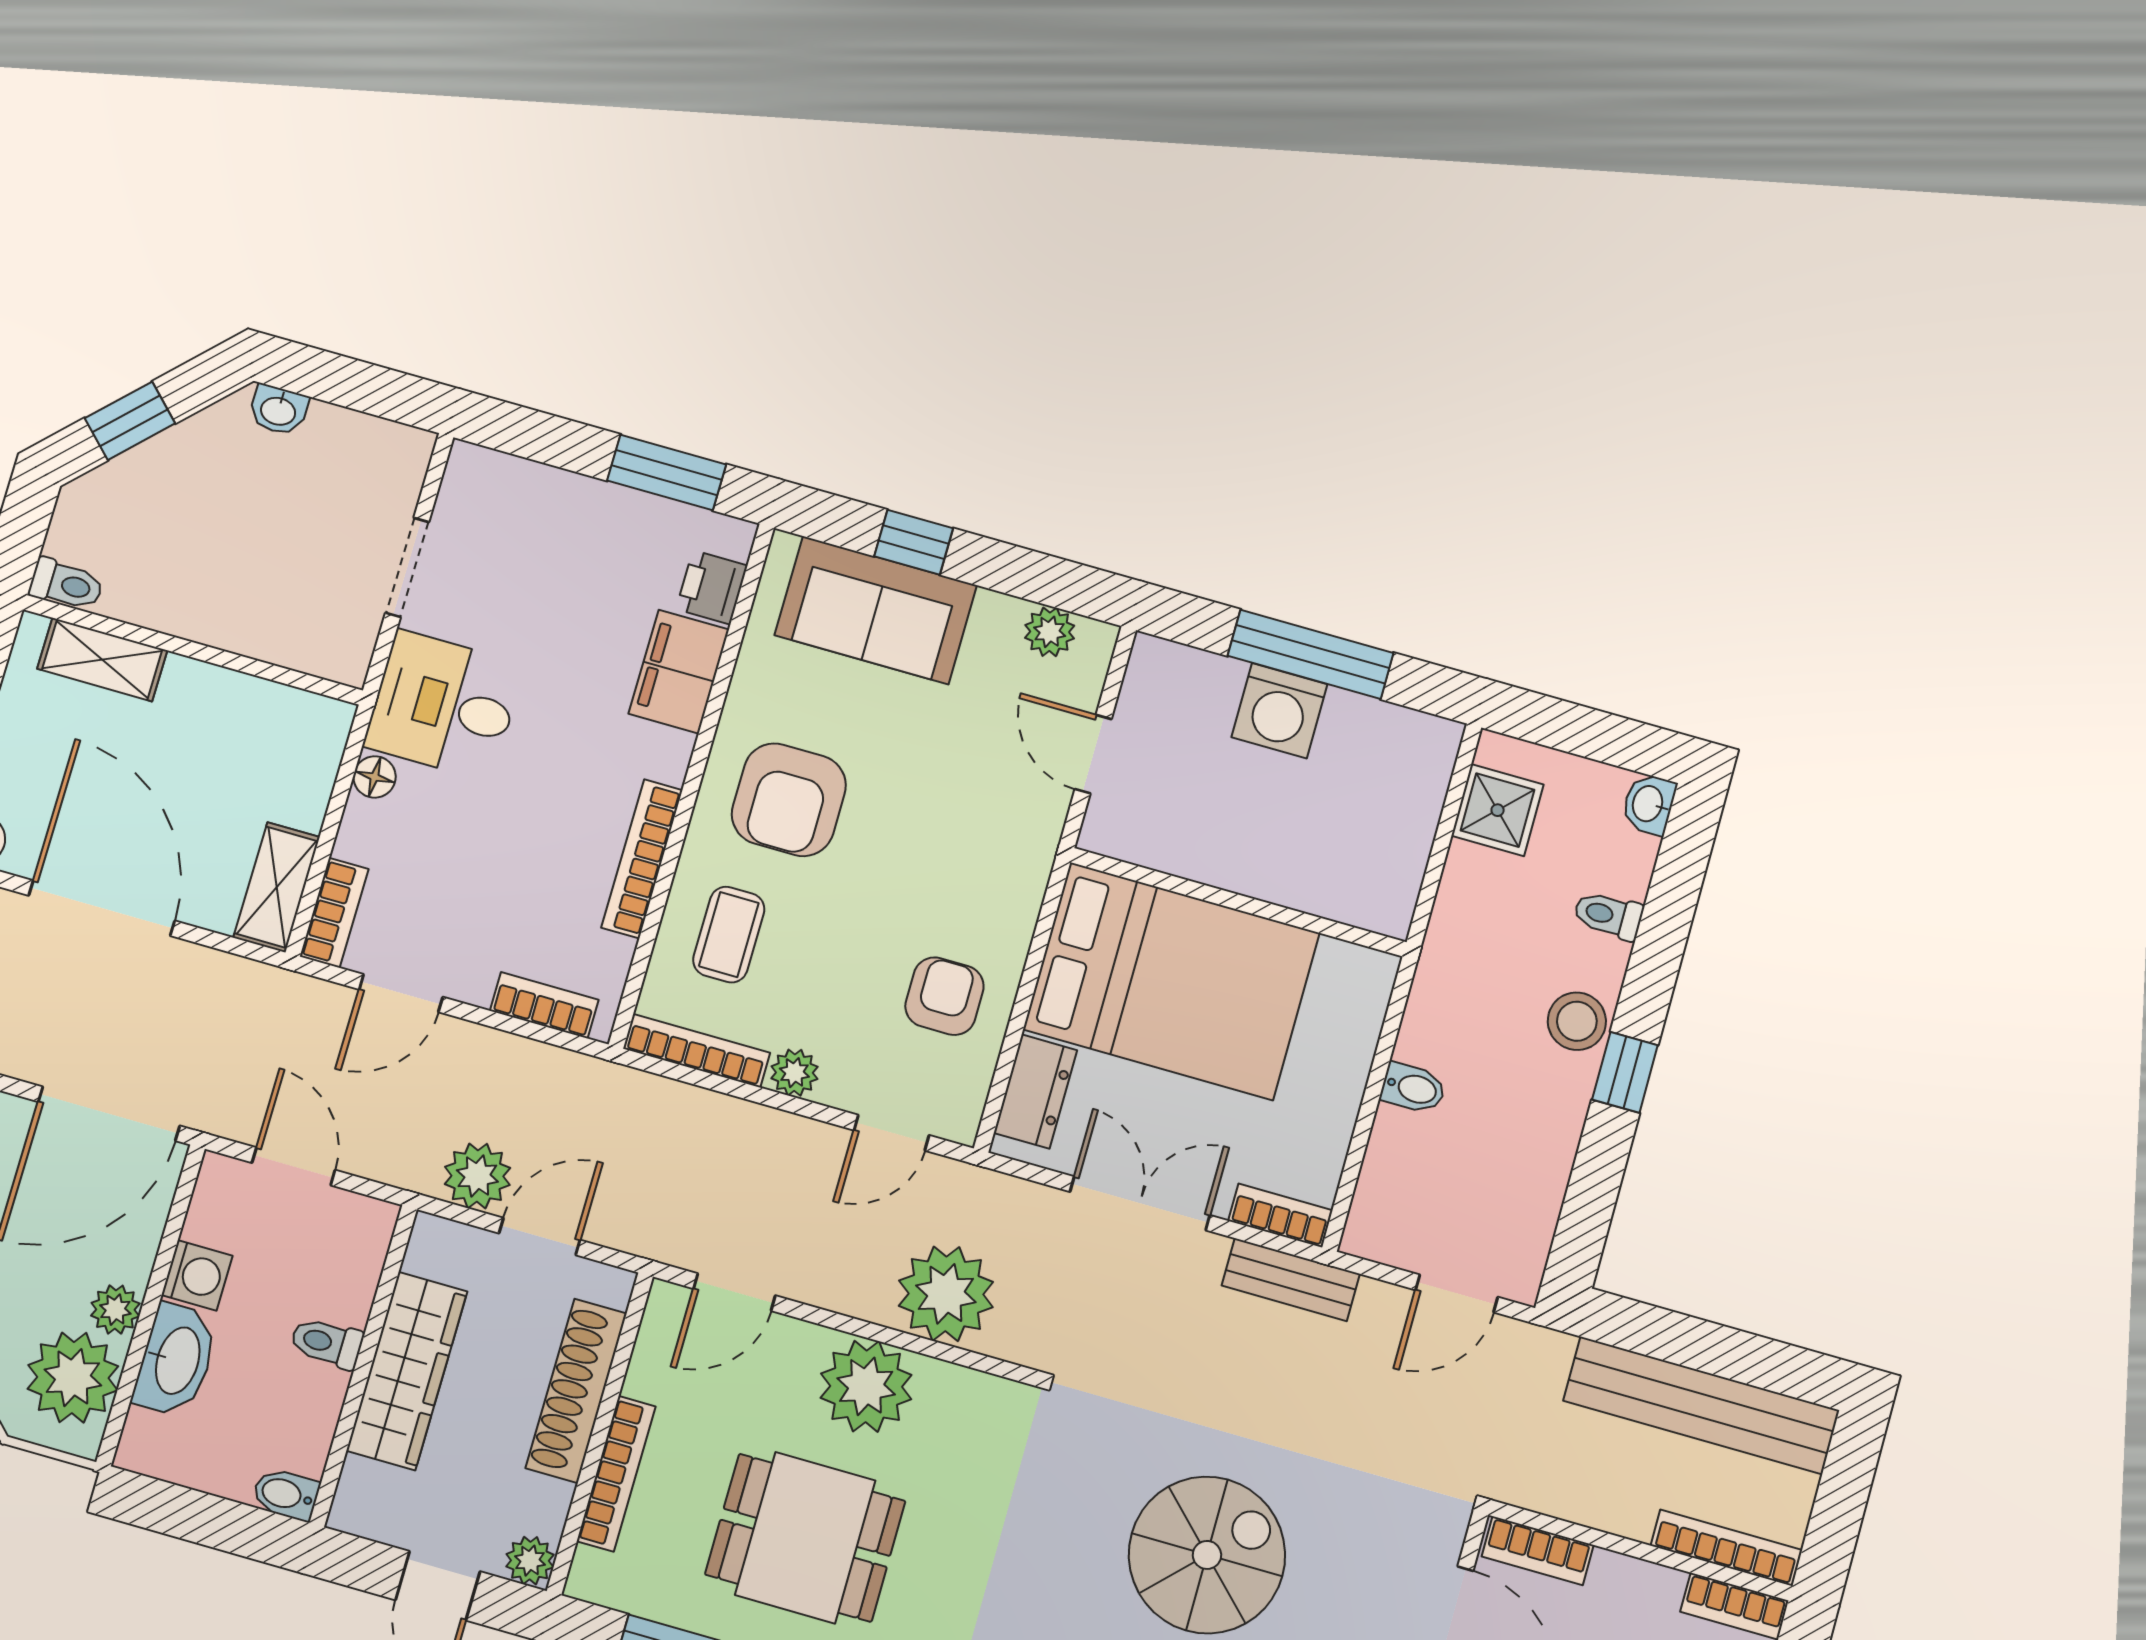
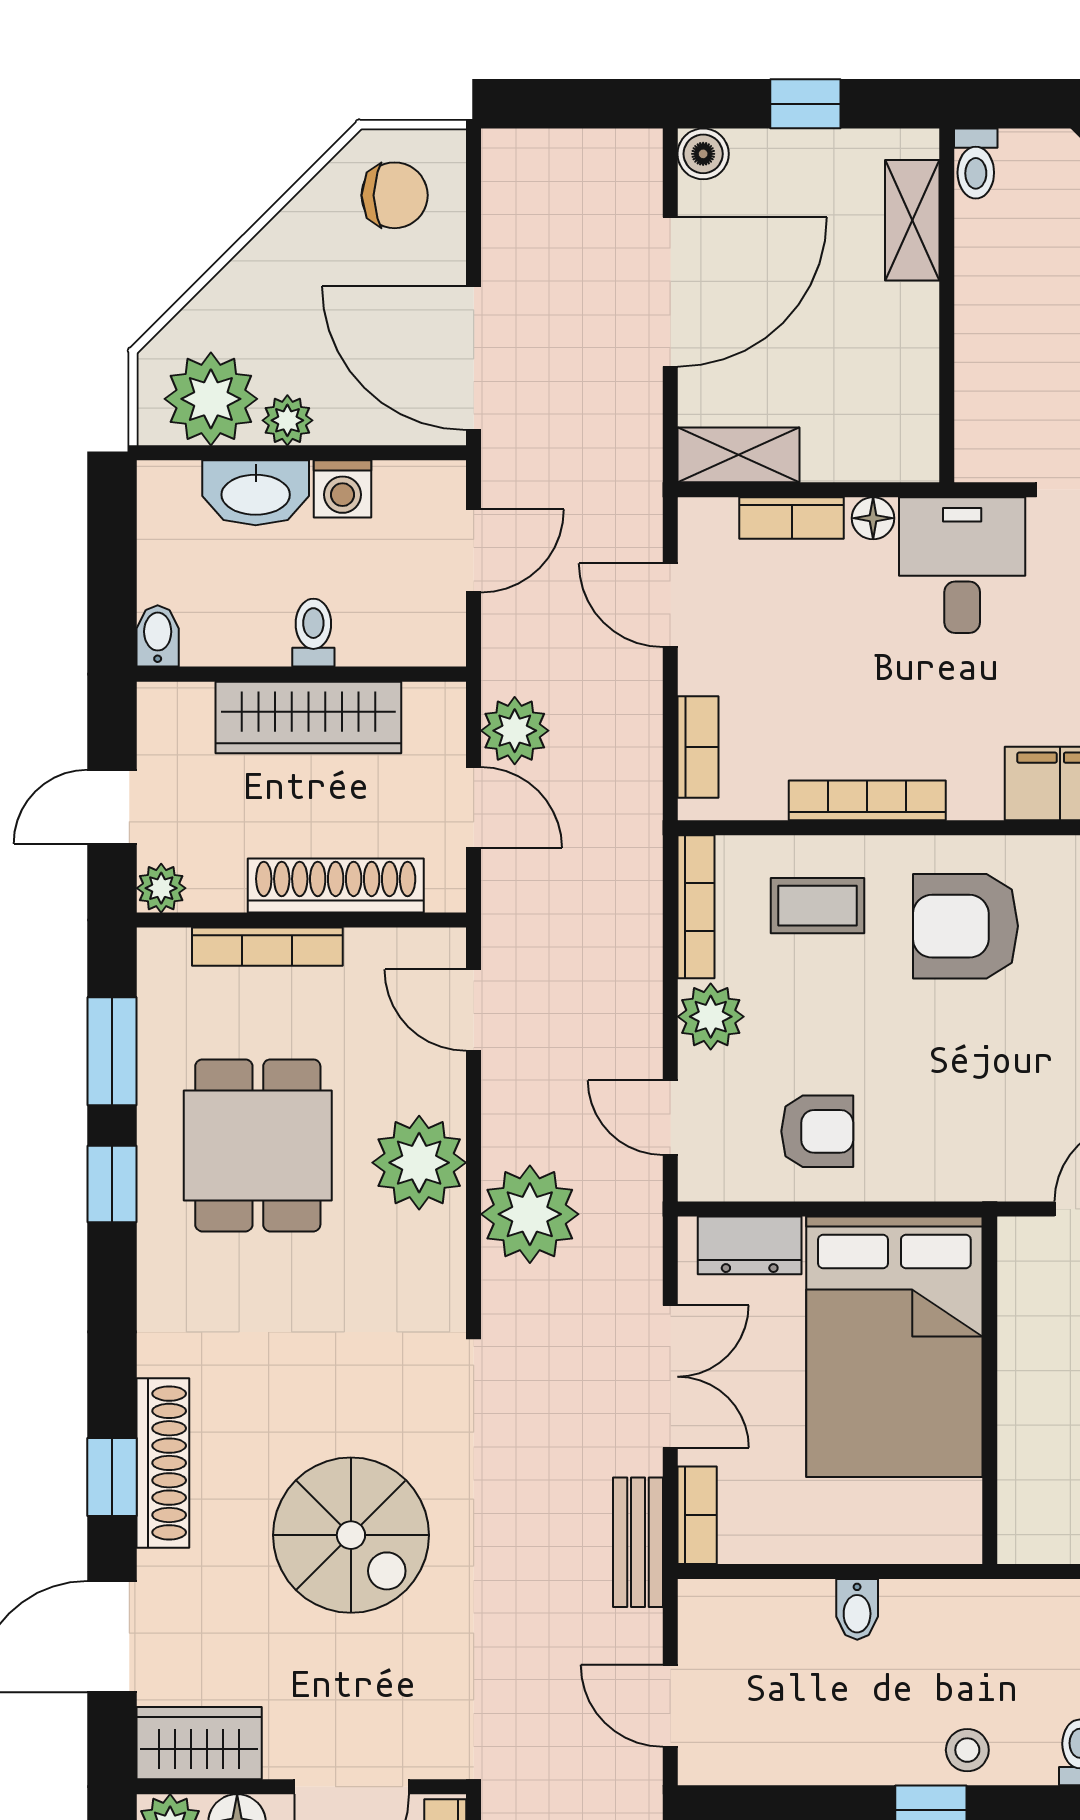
bookcase: (334, 913) -> (792, 518), moved
stool: (1577, 1021) -> (967, 1750), width x0.73, depth x0.73
plant: (794, 1073) -> (711, 1017), width x1.38, depth x1.38

